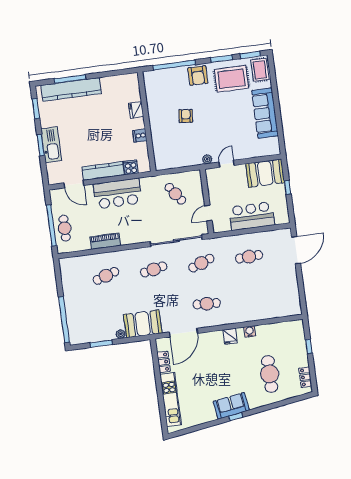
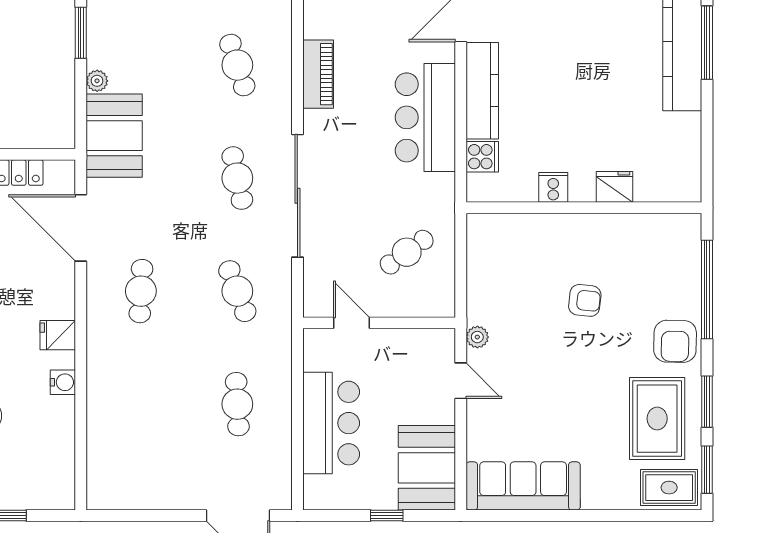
armchair: (198, 76) -> (675, 341), turned -89
sofa: (265, 113) -> (523, 486), moved
sliding door: (176, 241) -> (297, 196), moved

